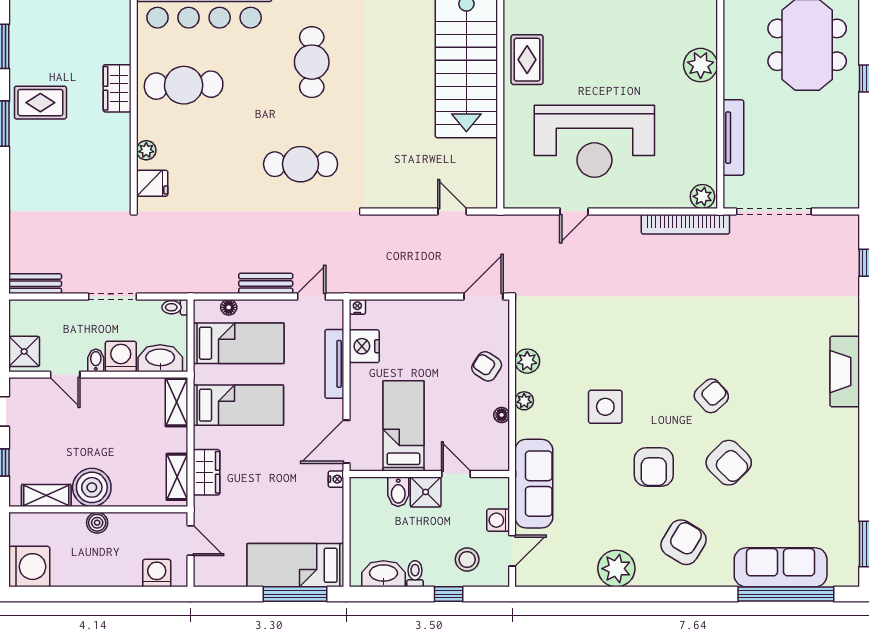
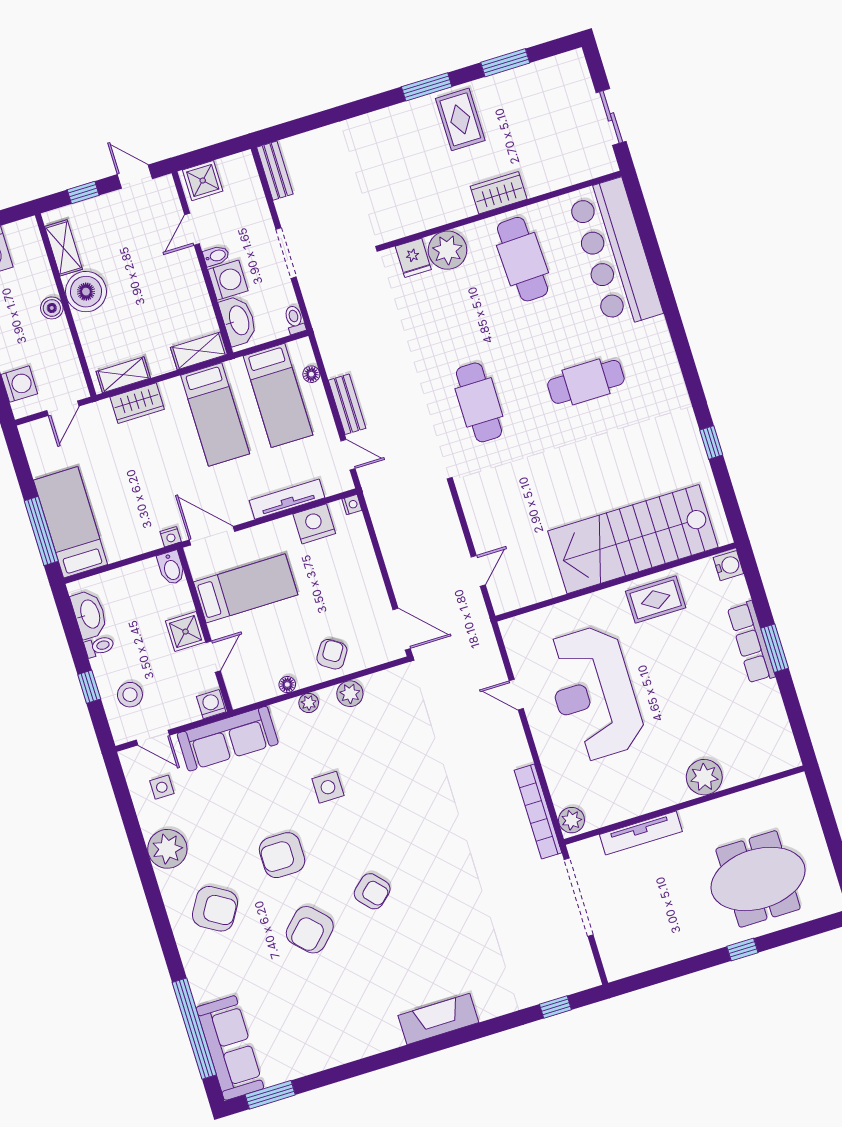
plant: (146, 150) -> (447, 250), width x1.87, depth x1.87
side table: (605, 407) -> (328, 787), width x0.73, depth x0.73
bidet: (398, 492) -> (171, 568), moved, turned -90
washing machine: (498, 520) -> (211, 704), moved
side table: (559, 556) -> (162, 787), added
sofa: (781, 567) -> (230, 1048), moved

